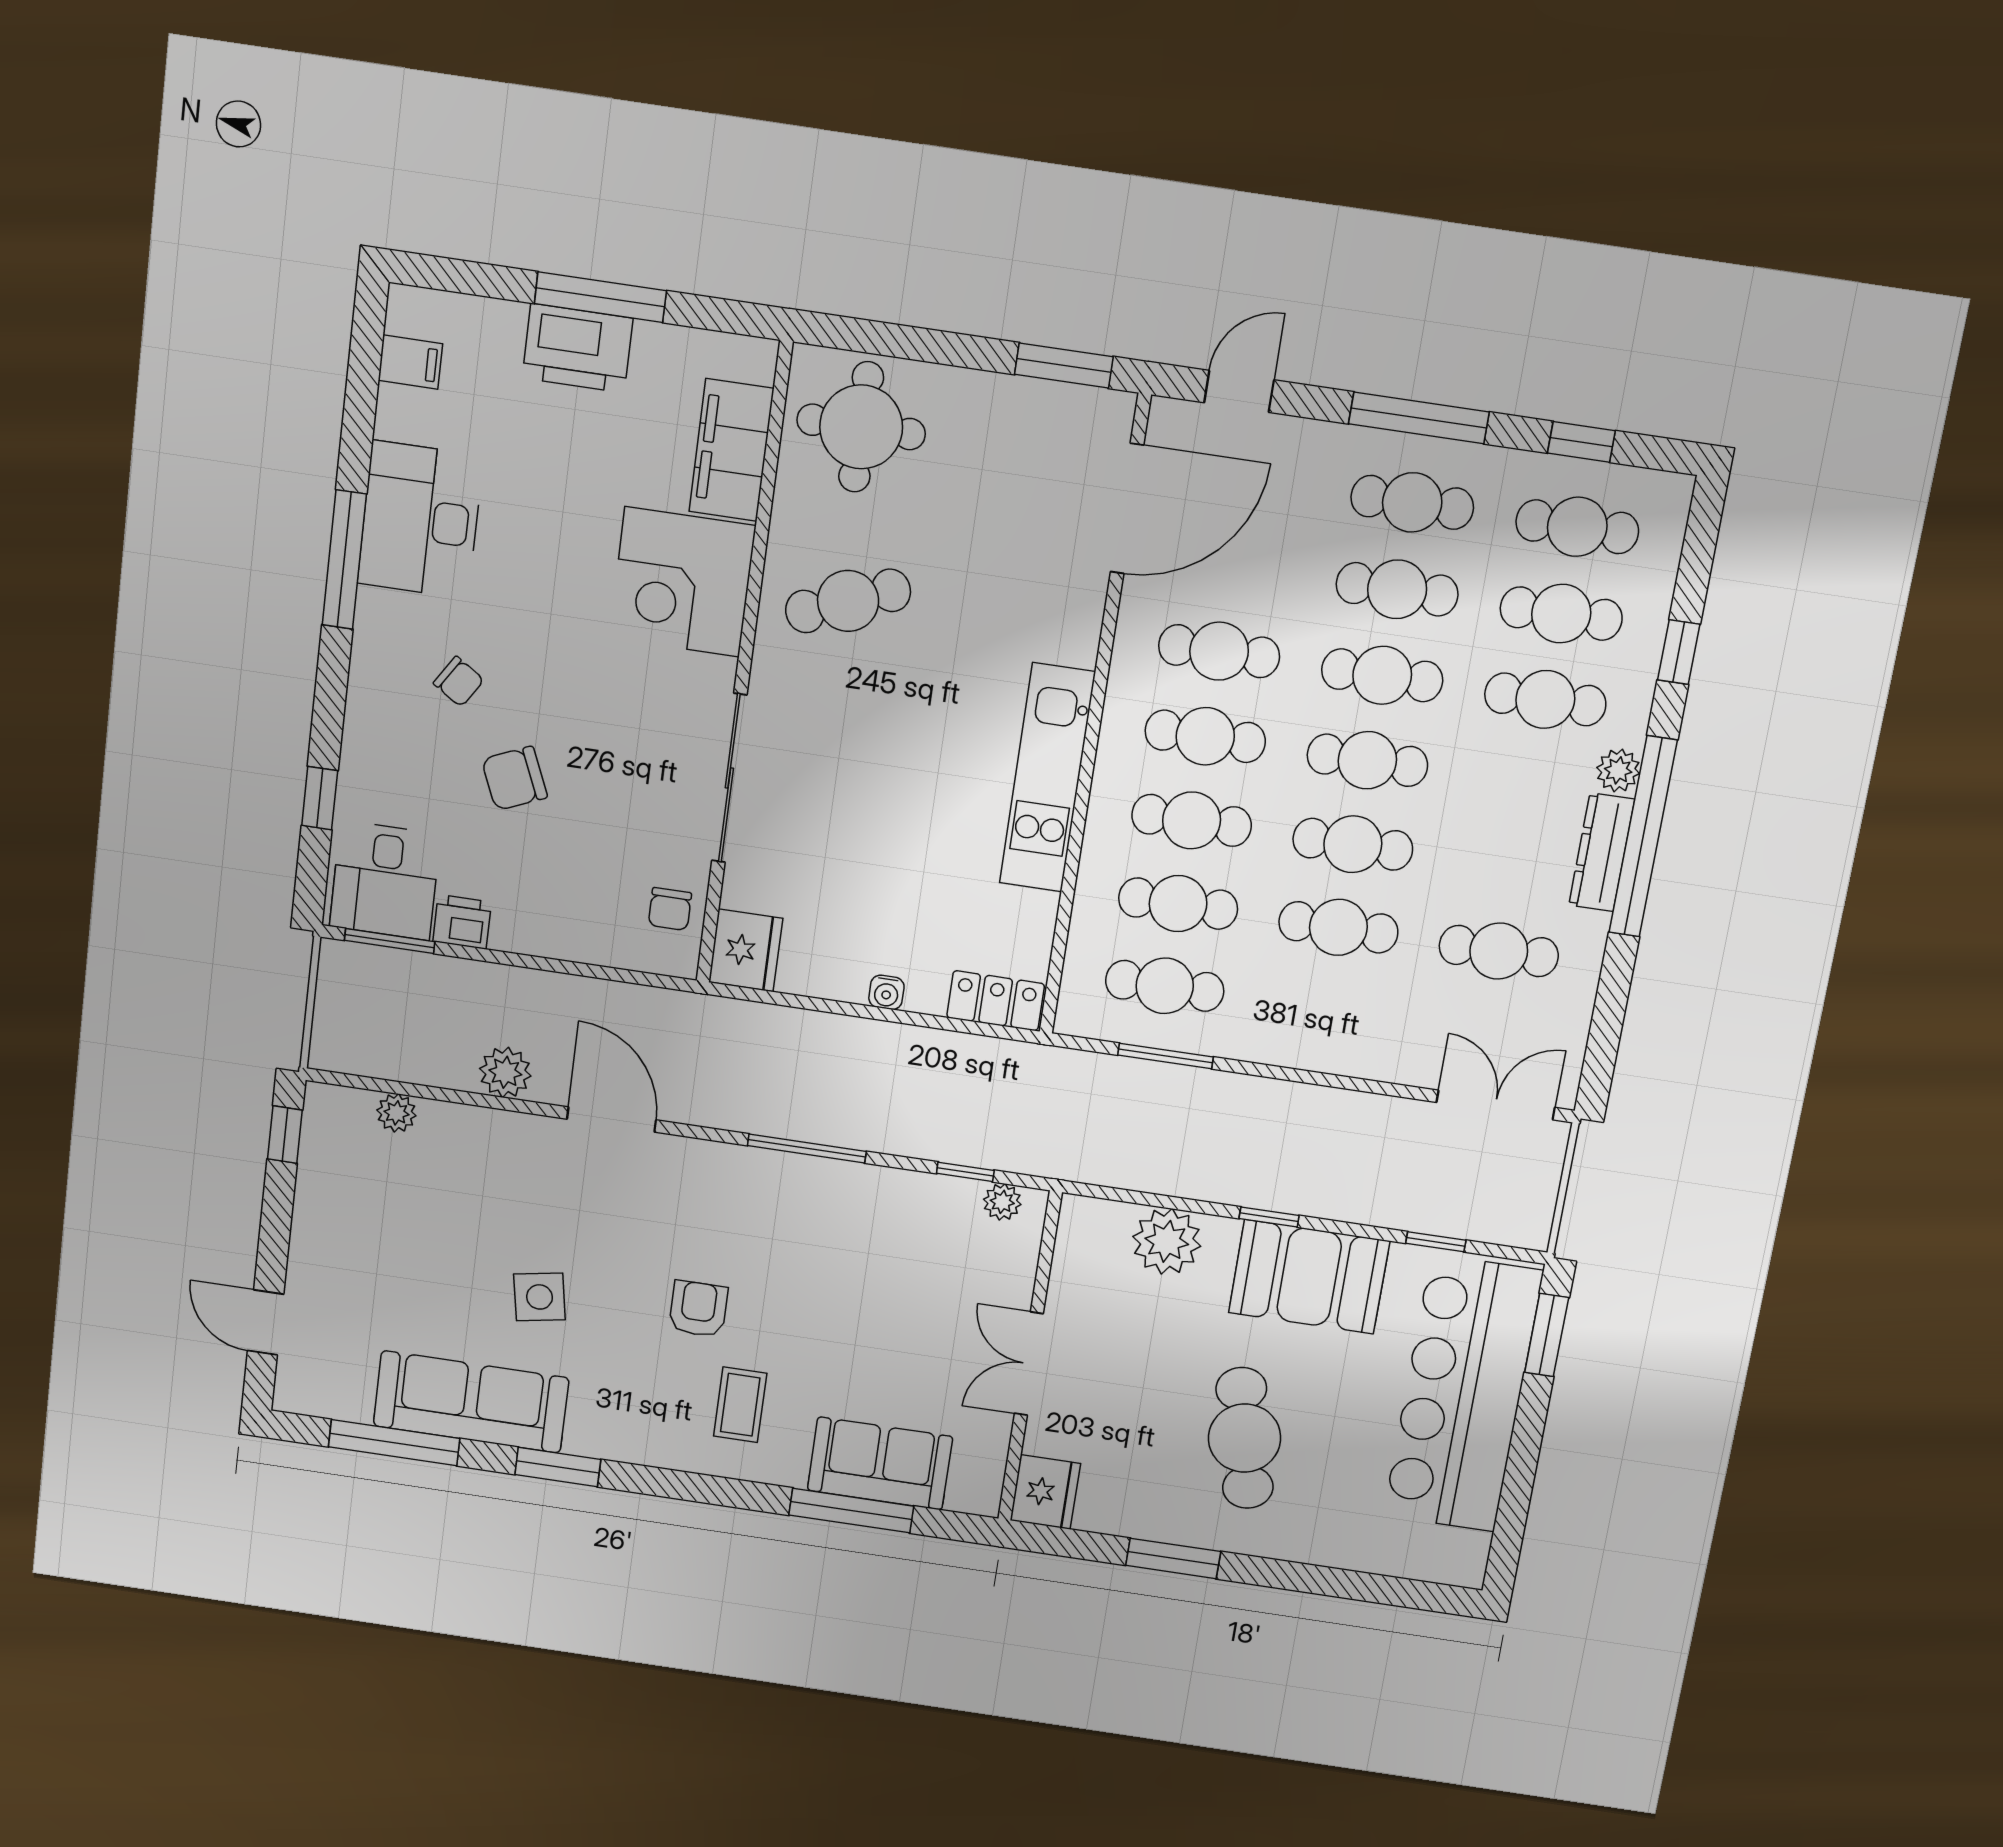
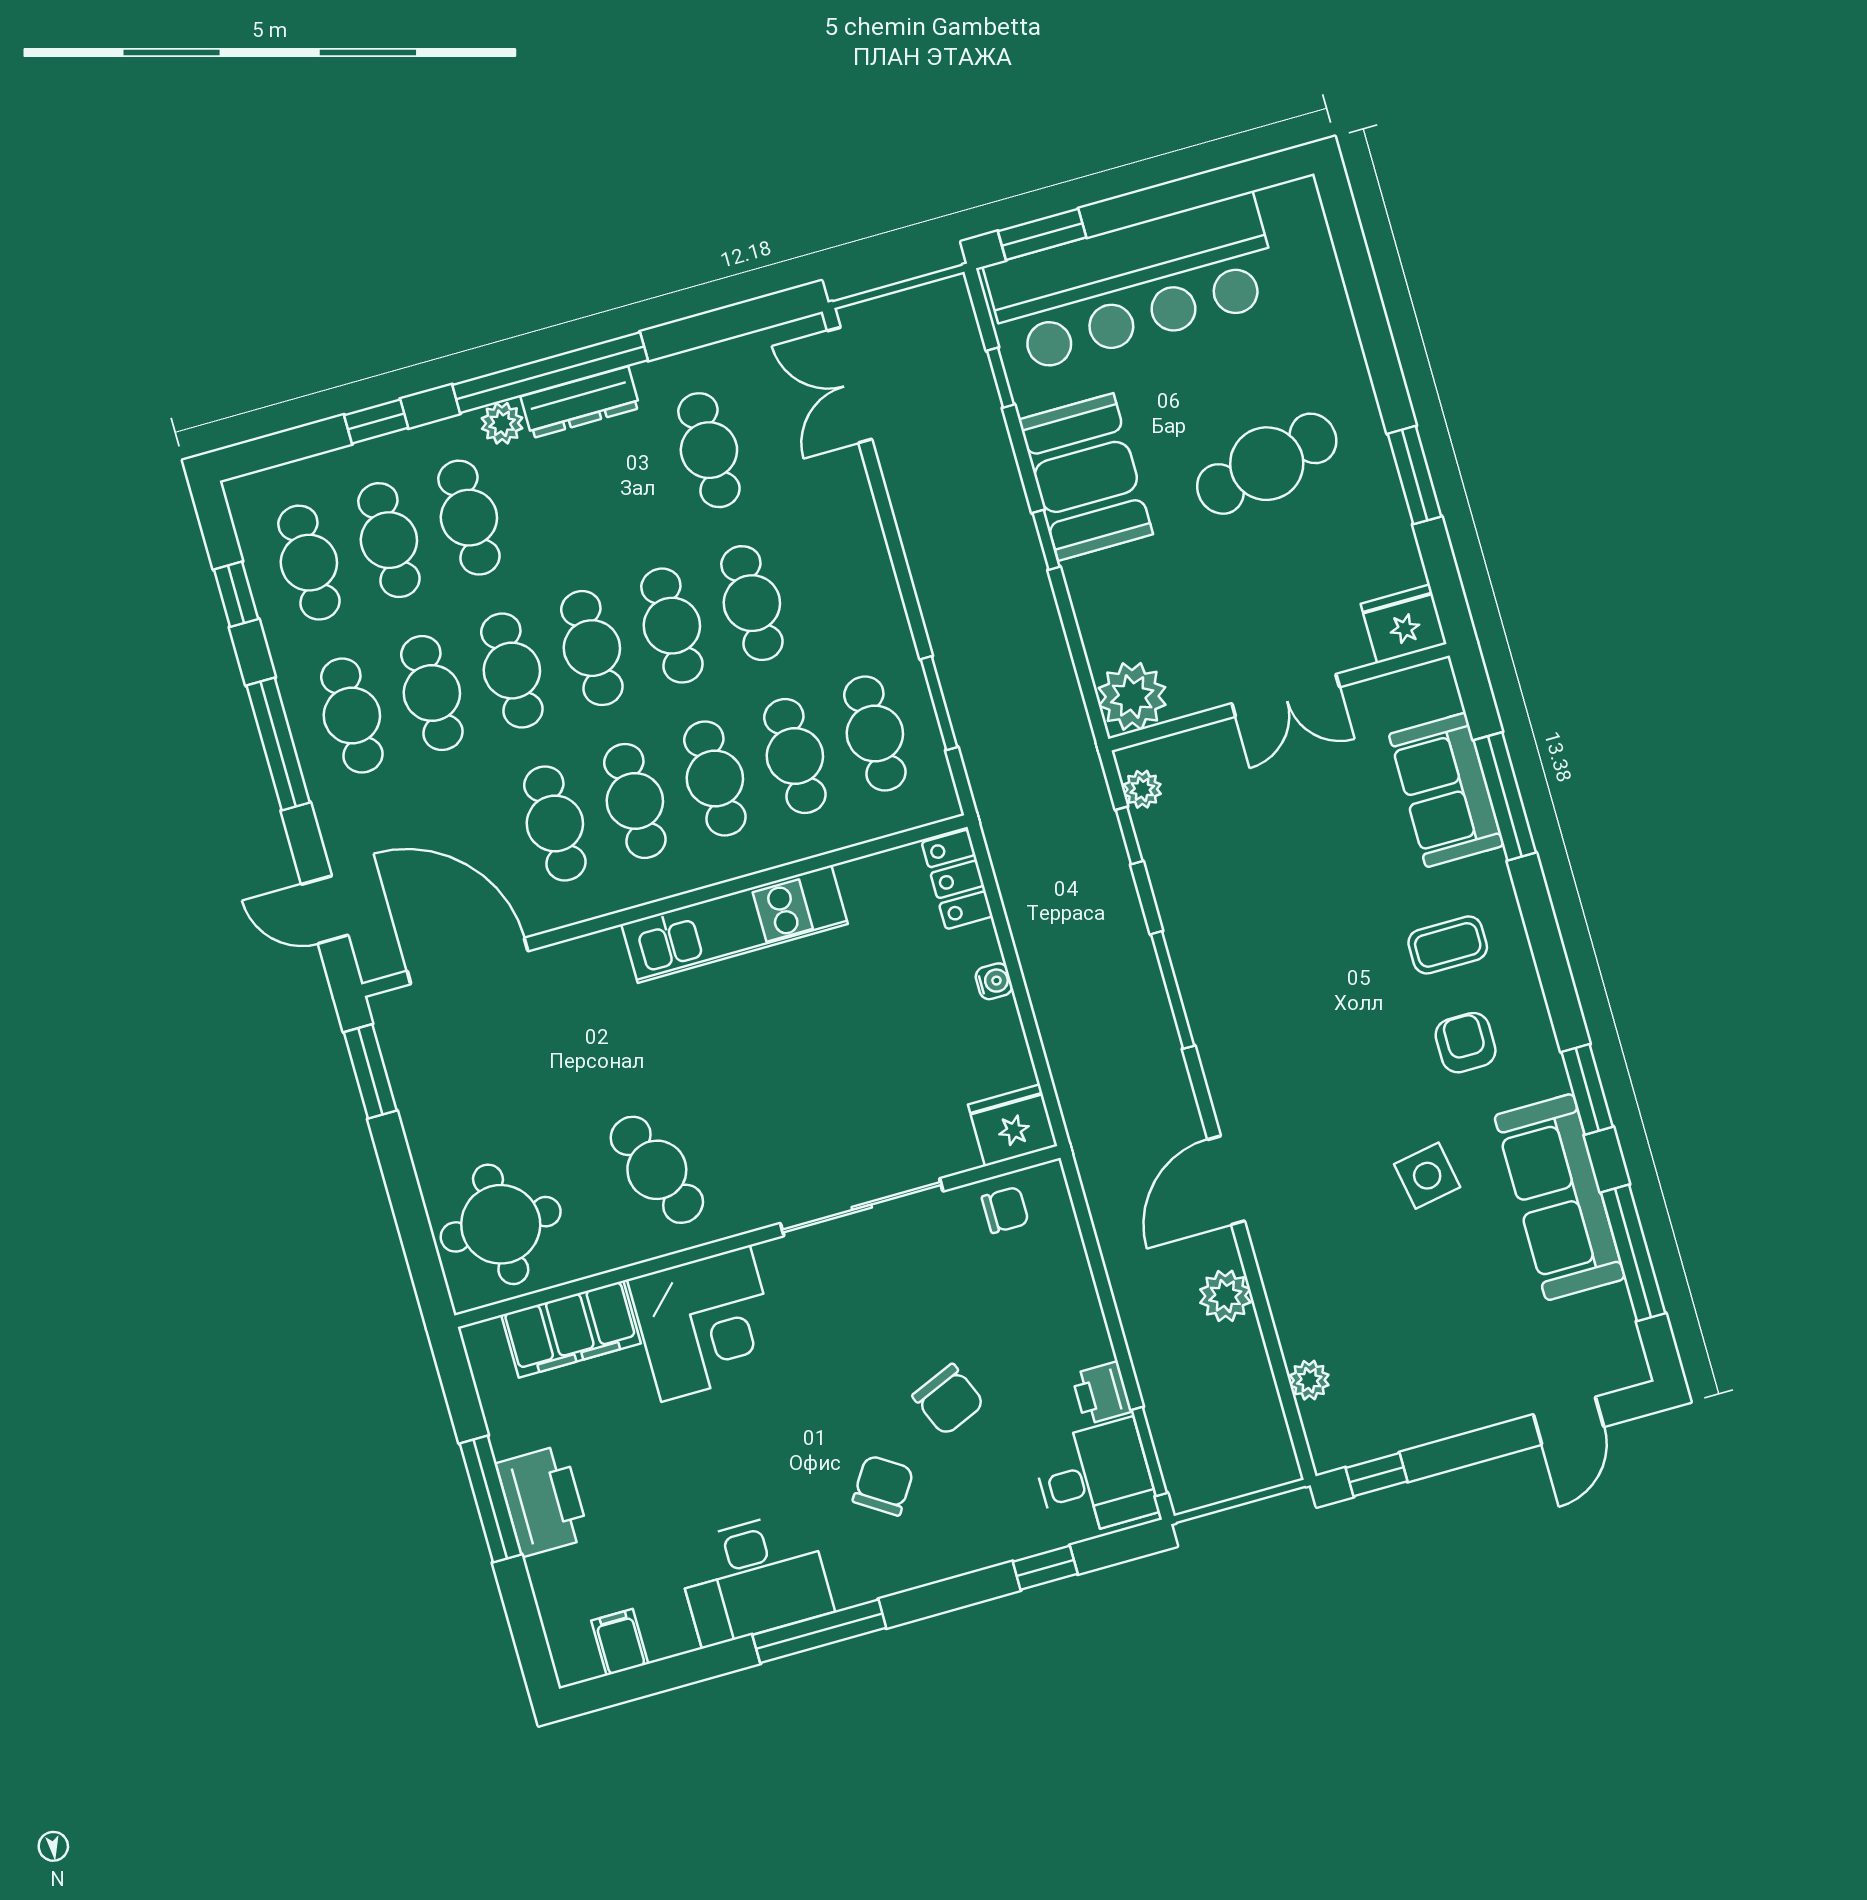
chair: (459, 682) -> (883, 1485), width x1.37, depth x1.37
plant: (1167, 1241) -> (1132, 696), moved
armchair: (698, 1309) -> (1466, 1043), moved, turned 90

